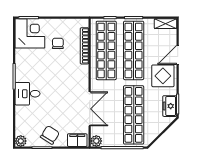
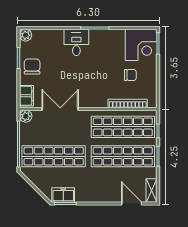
door: (178, 55) -> (132, 203), moved
display table: (163, 76) -> (96, 188), removed
double door: (90, 109) -> (60, 109), swing flipped
chair: (50, 135) -> (32, 66), turned -122

